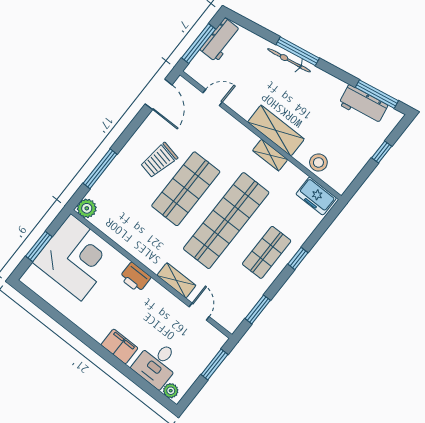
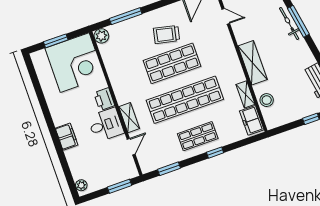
shelving: (270, 155) -> (246, 94), moved
desk: (157, 364) -> (106, 125), moved, turned 180

